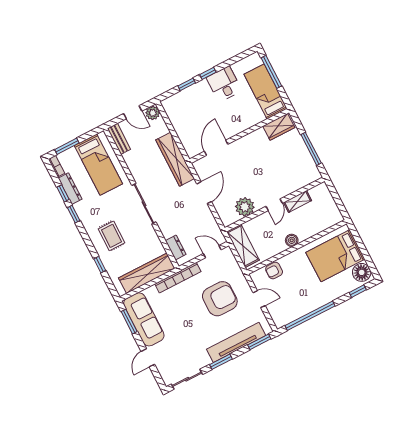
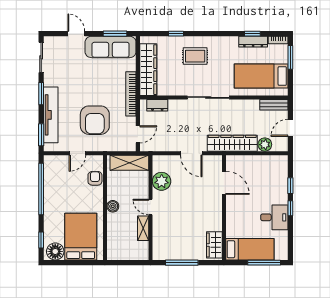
plant: (153, 113) -> (265, 145), moved
window: (74, 214) -> (230, 34), removed

